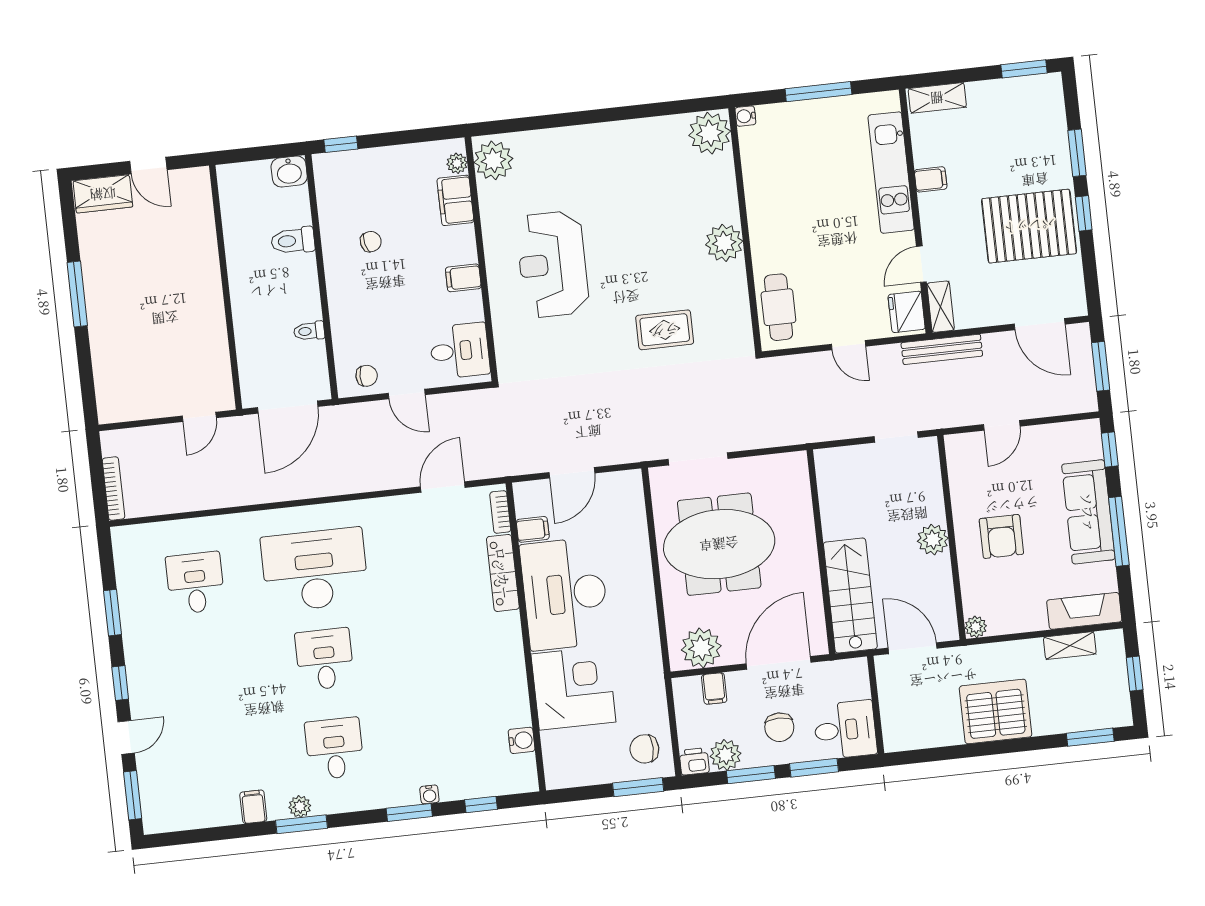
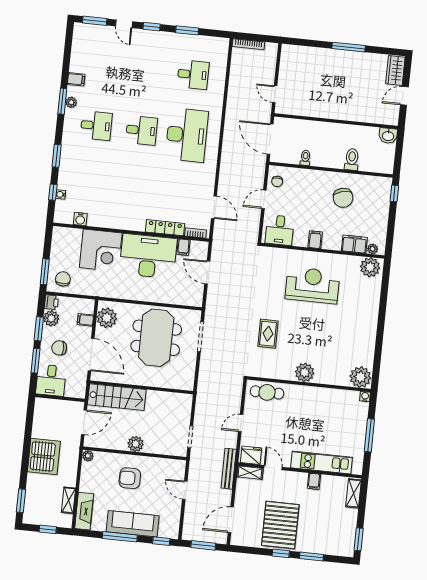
washbasin: (289, 172) -> (388, 136), moved, turned -90
chair: (371, 242) -> (343, 198), width x1.87, depth x1.87
water cooler: (429, 794) -> (61, 194), moved

